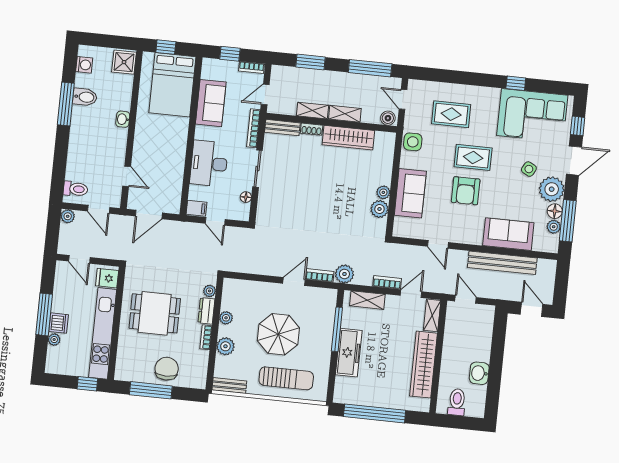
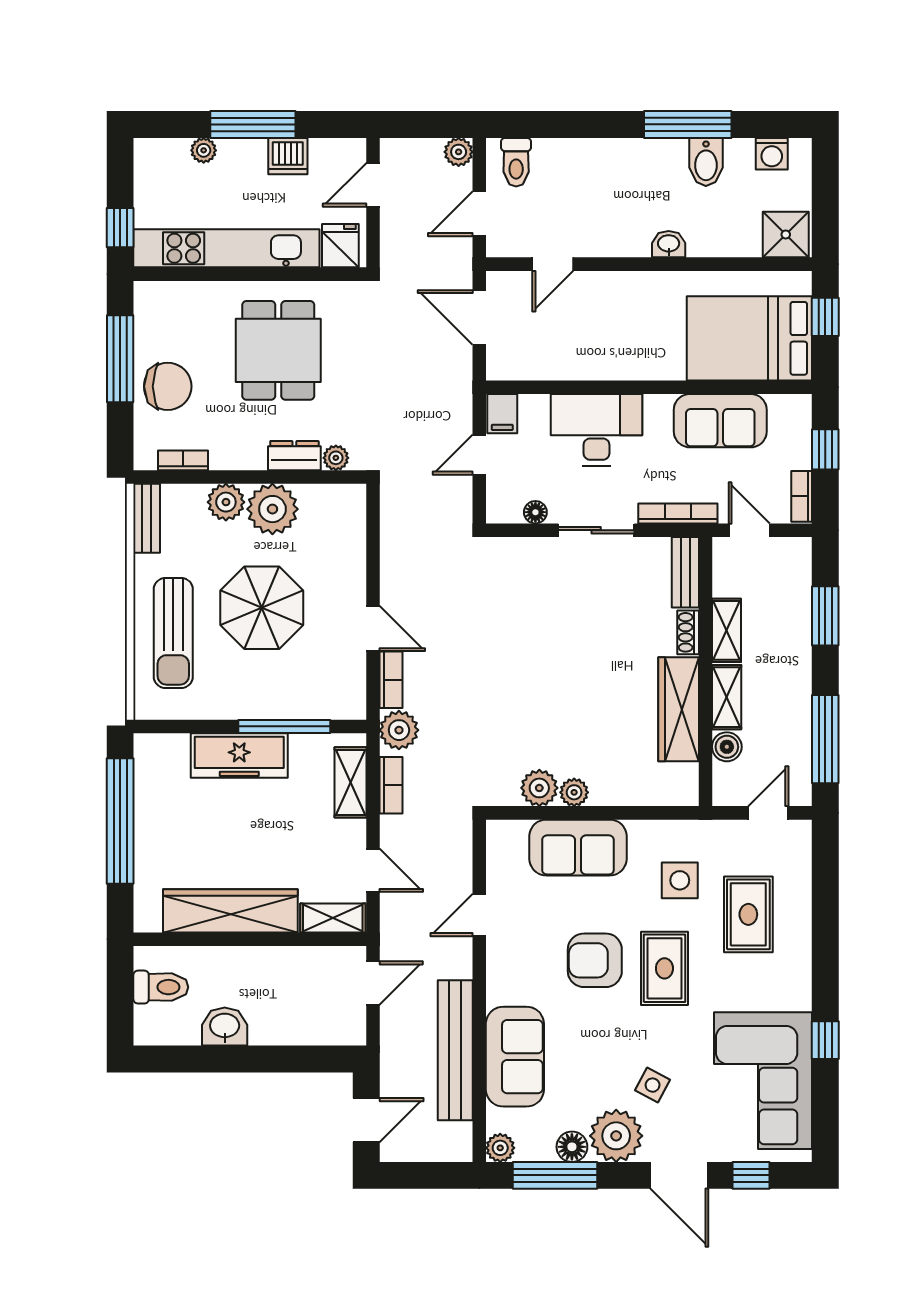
boiler: (388, 118) -> (727, 747), moved
side table: (413, 142) -> (680, 880), moved
plant: (554, 227) -> (500, 1148), moved
bookcase: (387, 282) -> (391, 785), moved
plant: (226, 318) -> (272, 509), width x1.88, depth x1.88
dishwasher: (59, 323) -> (288, 156), moved
bookcase: (206, 337) -> (183, 460), moved

